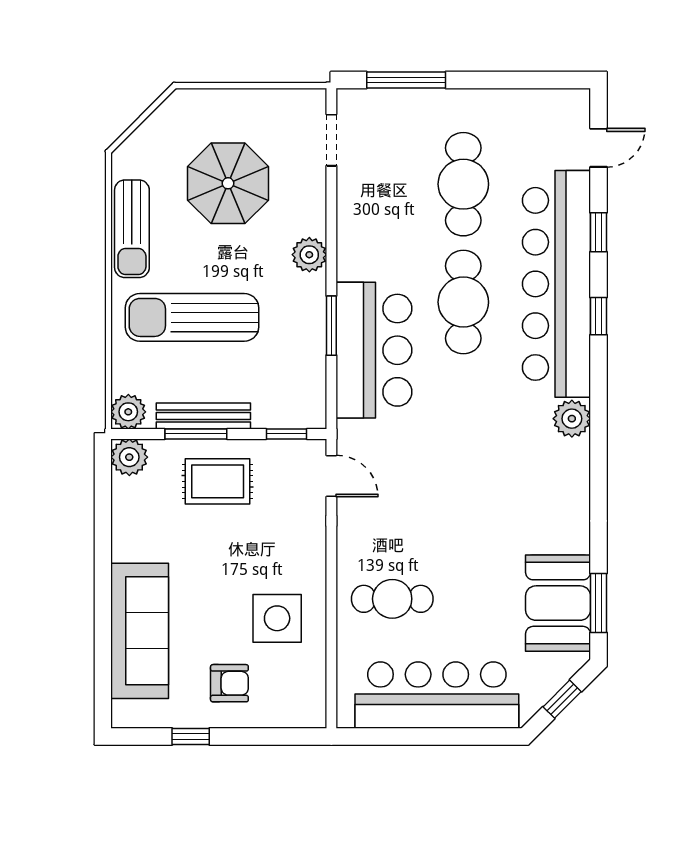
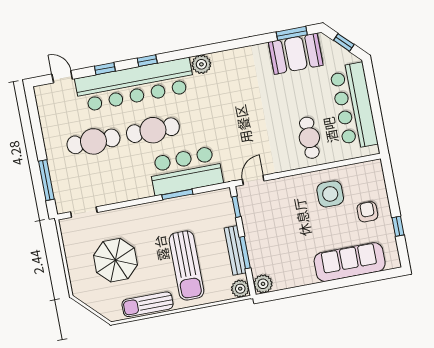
sun lounger: (132, 229) -> (148, 304), turned 180
plant: (309, 255) -> (144, 212), removed
rug: (218, 481) -> (267, 237), removed

